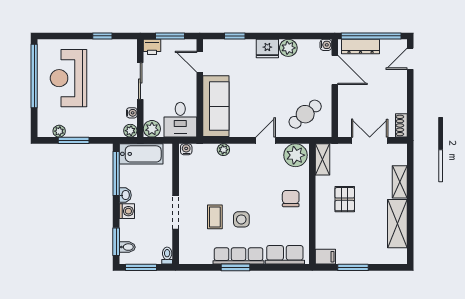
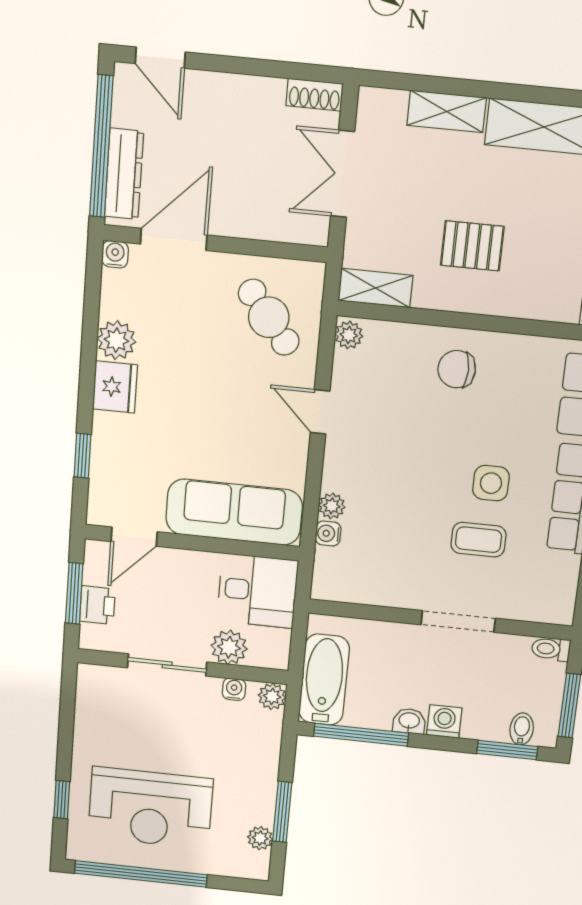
window: (102, 36) -> (62, 800), moved
printer: (152, 47) -> (97, 605), moved
plant: (152, 129) -> (229, 647), moved
water cooler: (186, 149) -> (328, 533), moved
plant: (296, 155) -> (349, 335), width x0.53, depth x0.53

